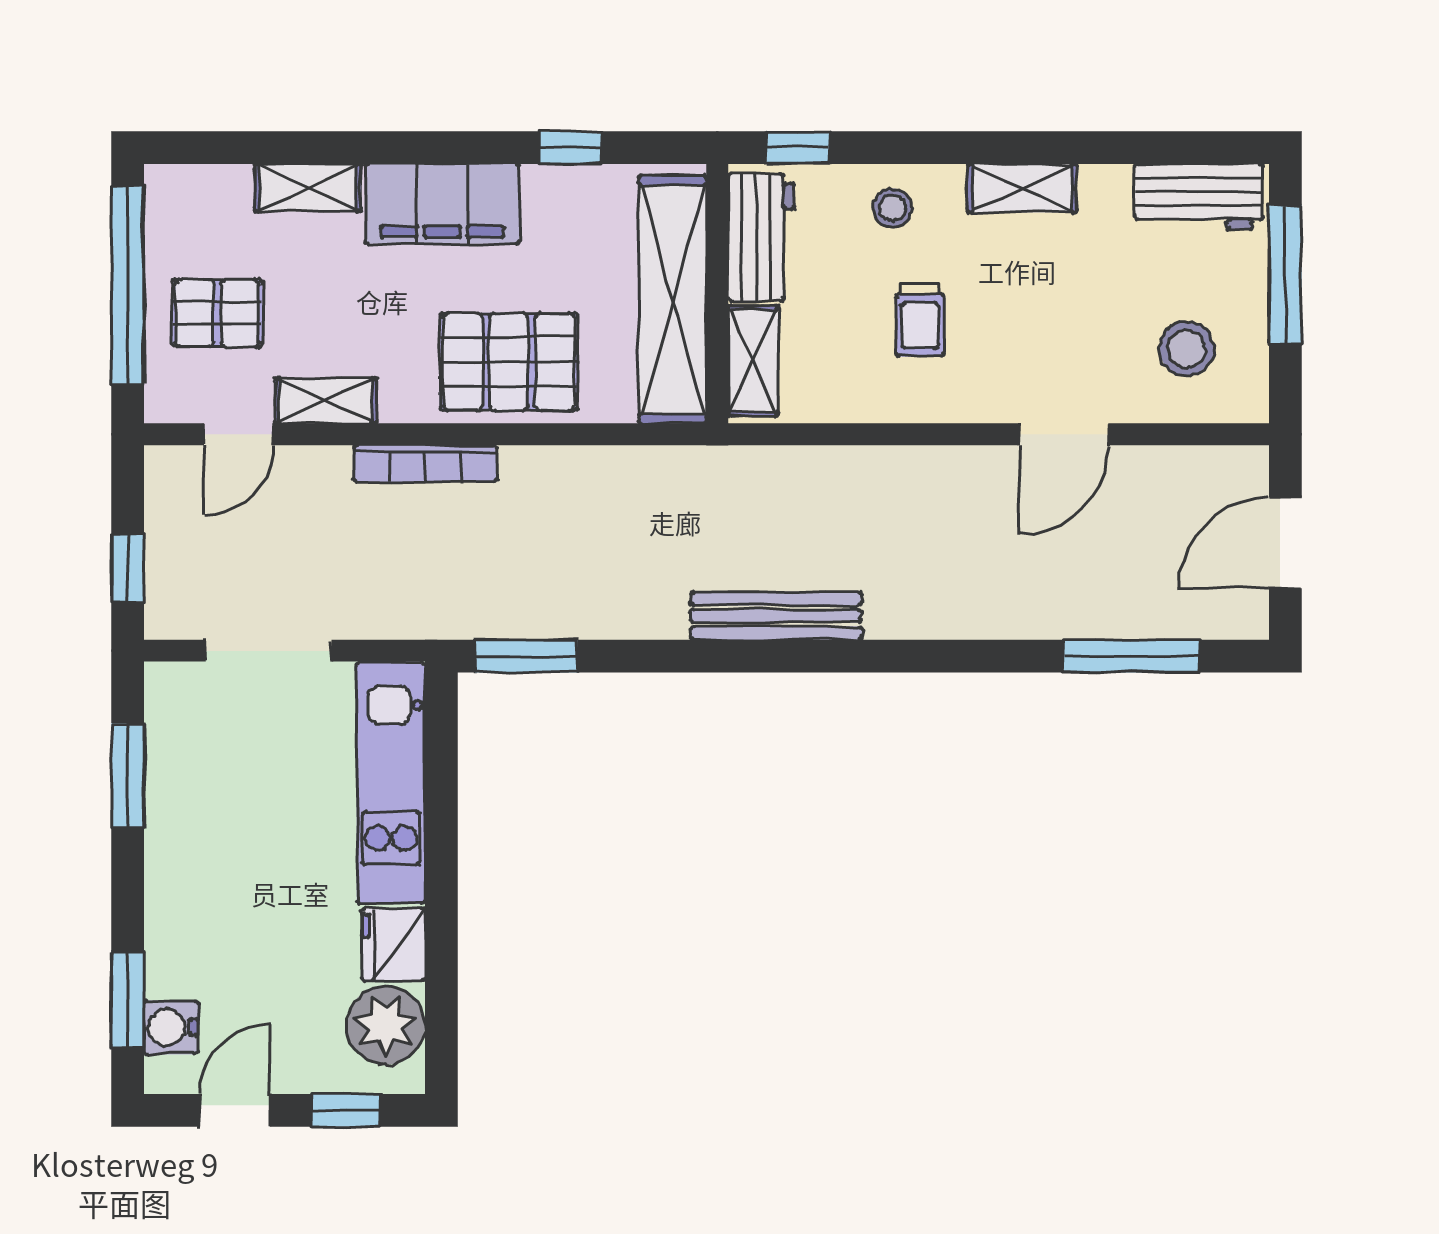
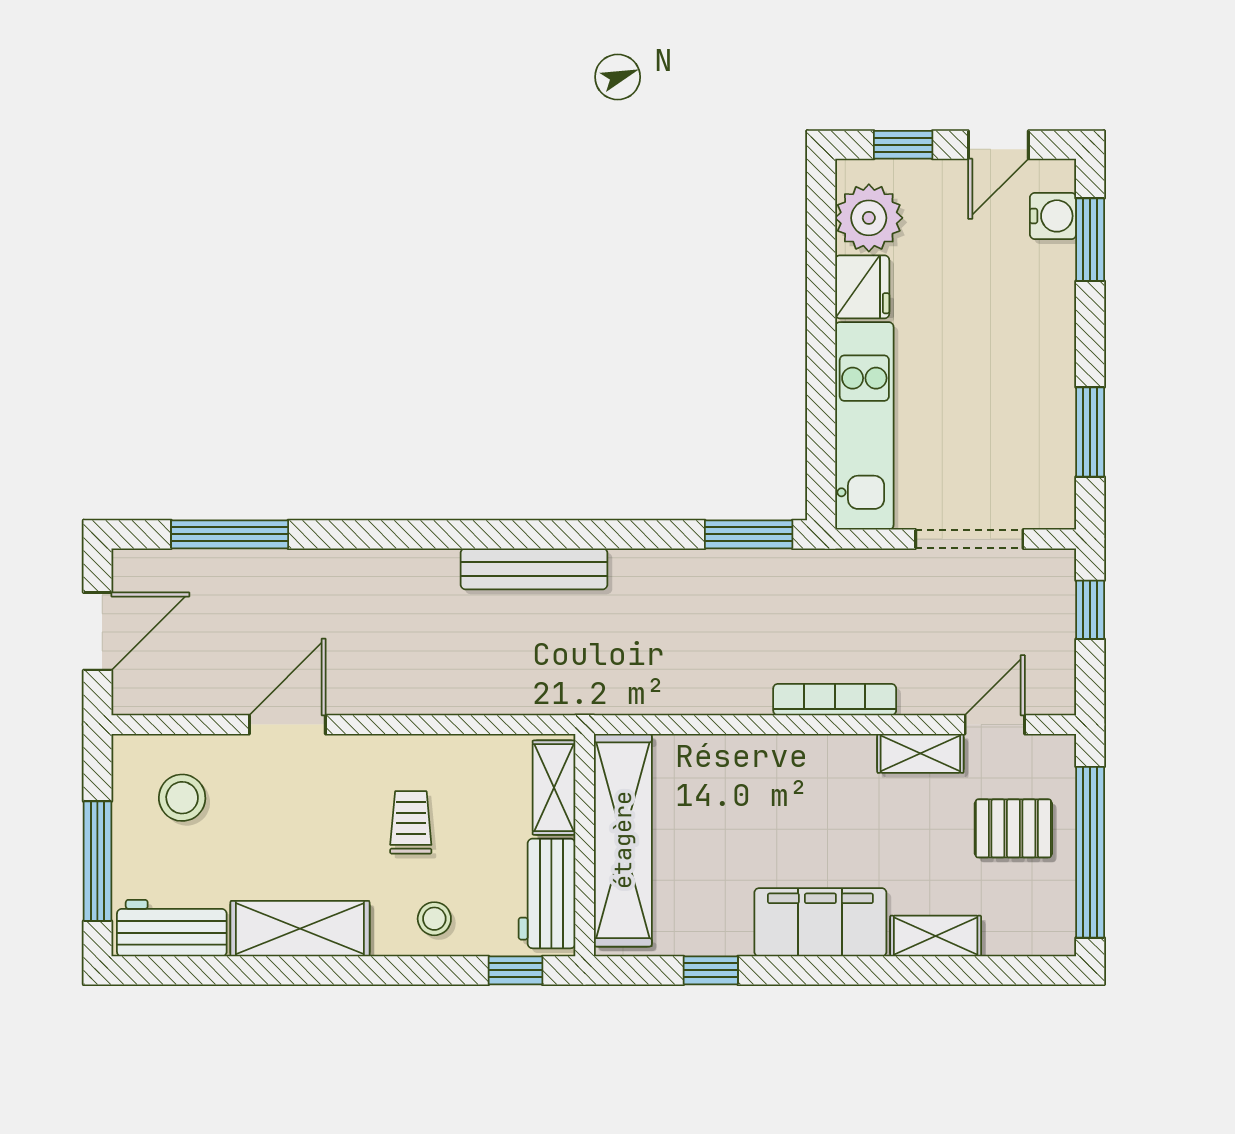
shelving: (1022, 188) -> (300, 929), width x1.50, depth x1.33
pallet: (509, 362) -> (763, 787), removed

